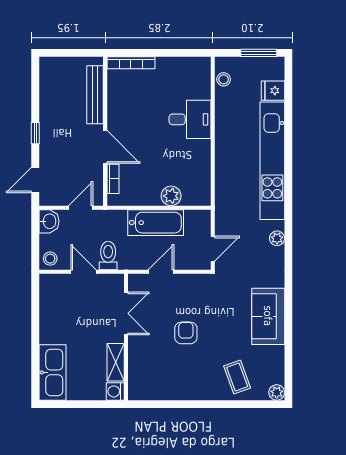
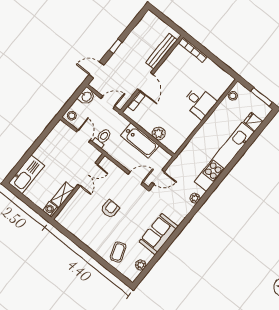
door: (161, 272) -> (136, 178), moved
plant: (277, 392) -> (141, 265), moved

